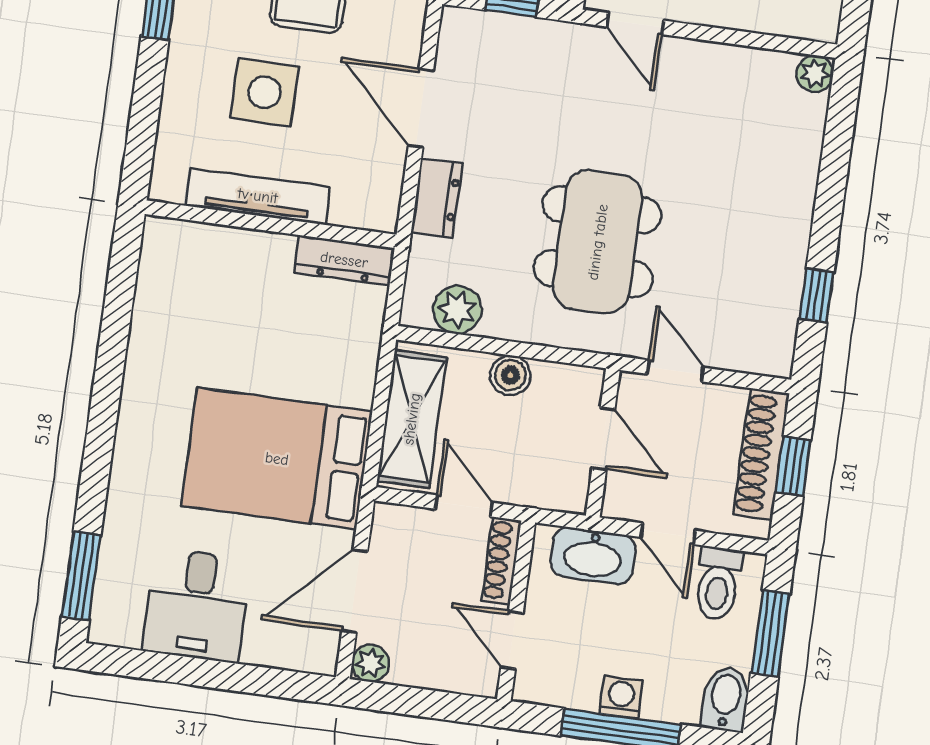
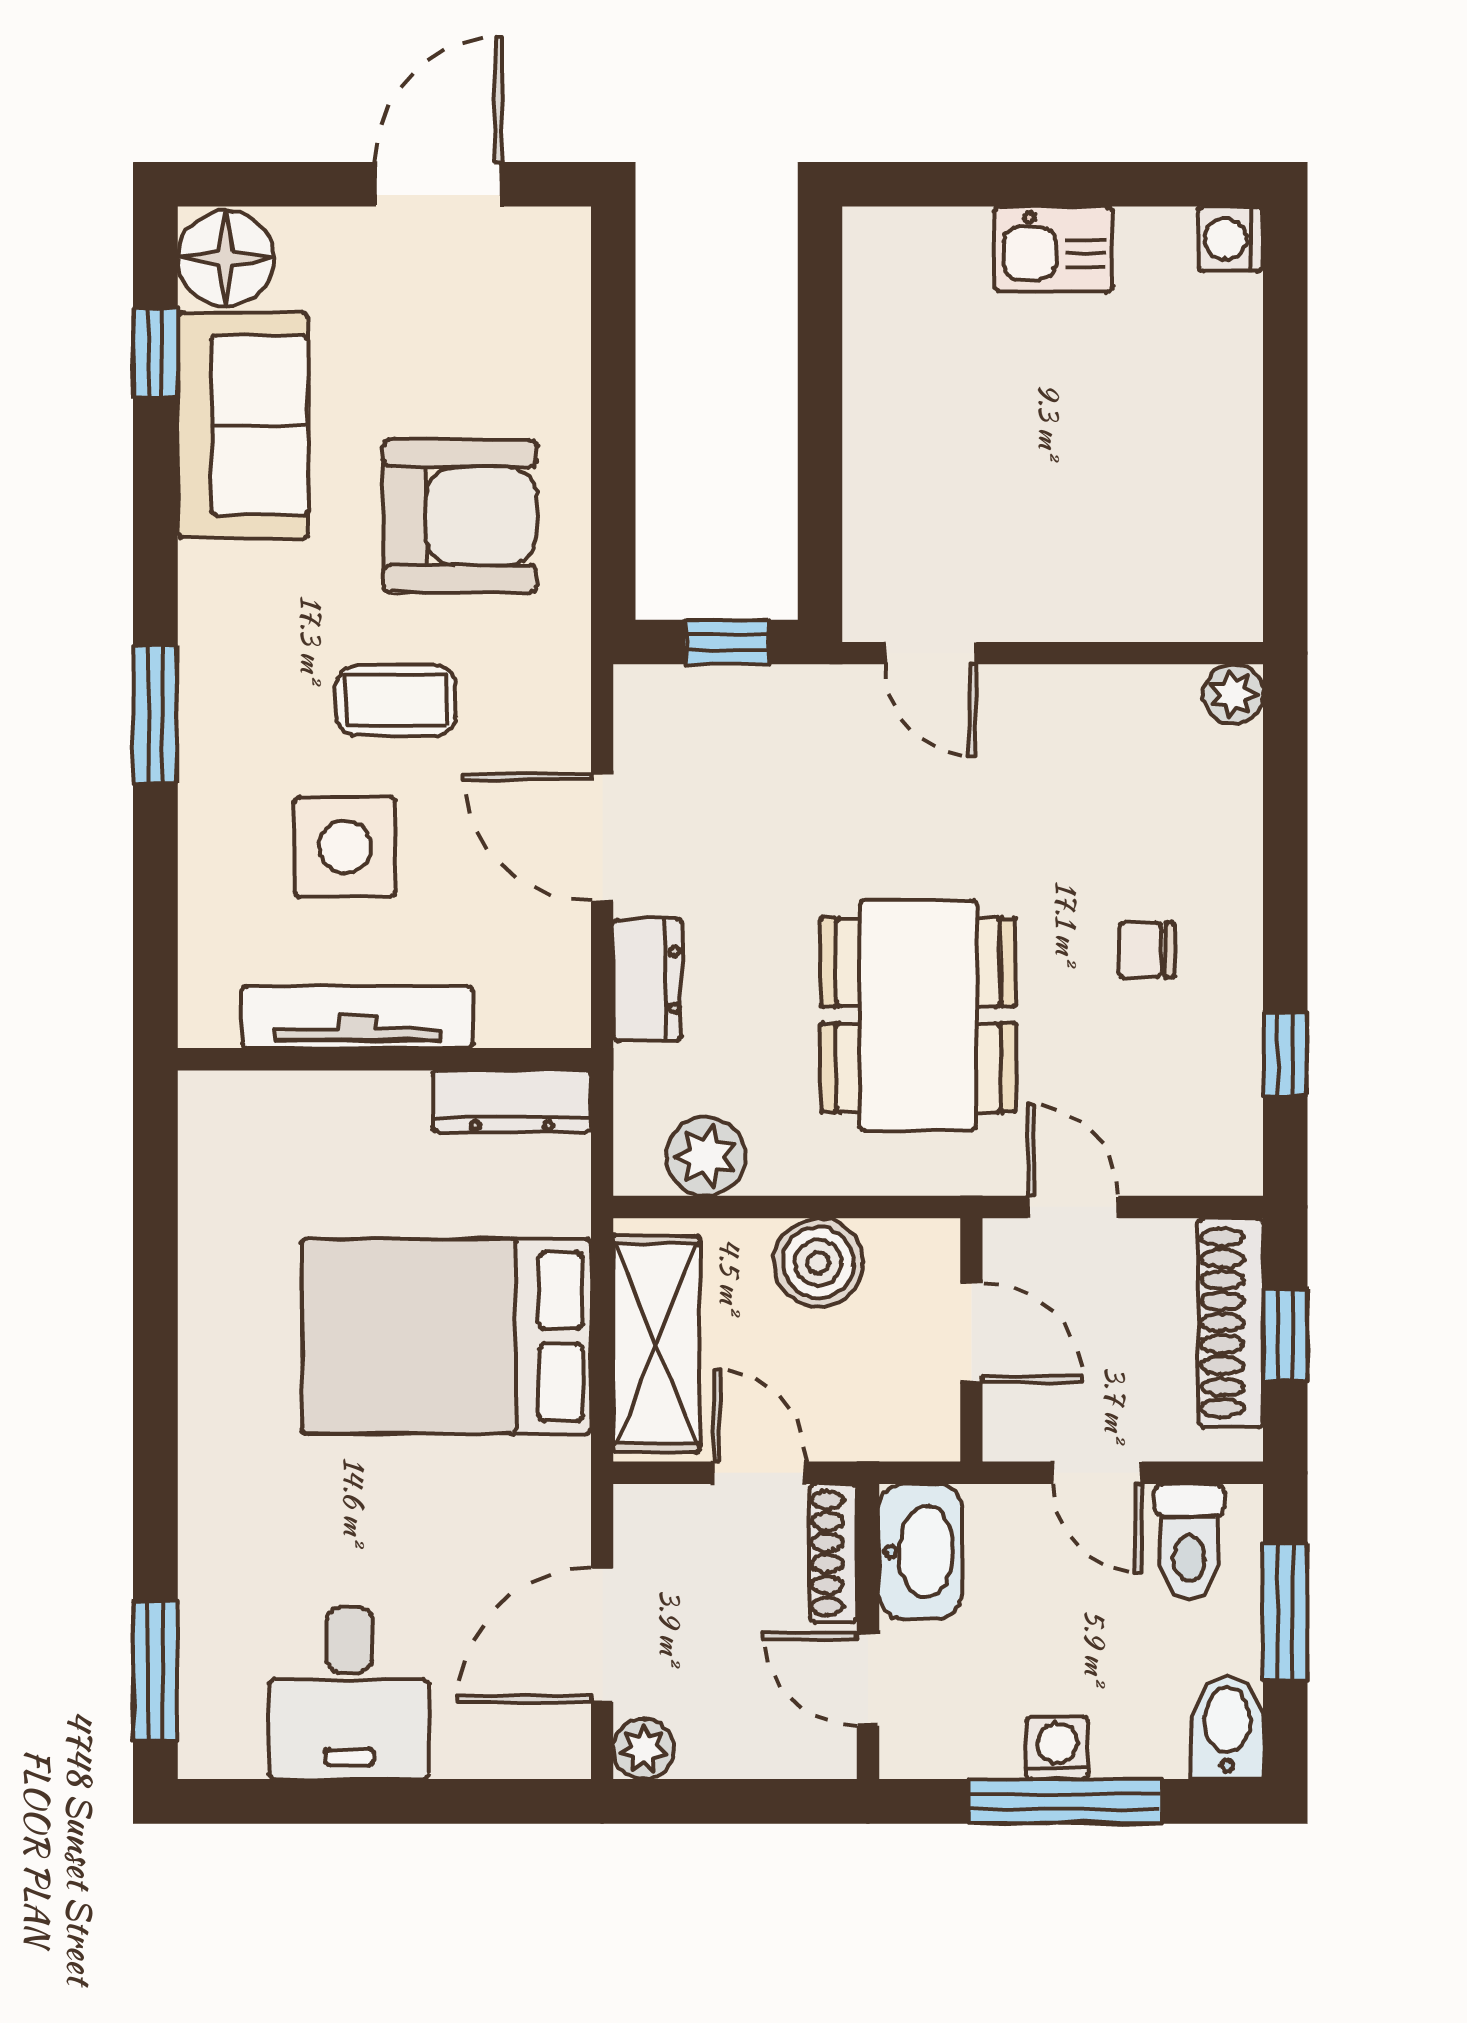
chair: (741, 221) -> (1147, 950), added
boiler: (510, 375) -> (818, 1263), width x1.36, depth x1.36
bed: (277, 459) -> (446, 1336), moved
washbasin: (593, 556) -> (920, 1551), moved, turned -90

